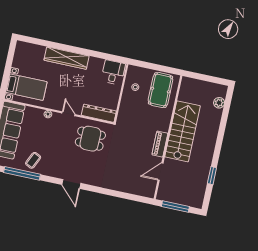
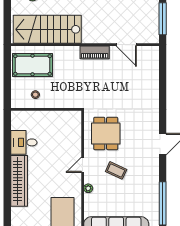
desk: (113, 72) -> (24, 142), moved
dresser: (99, 113) -> (74, 130), removed
stairs: (183, 131) -> (47, 29), moved
coffee table: (33, 160) -> (116, 170), moved

